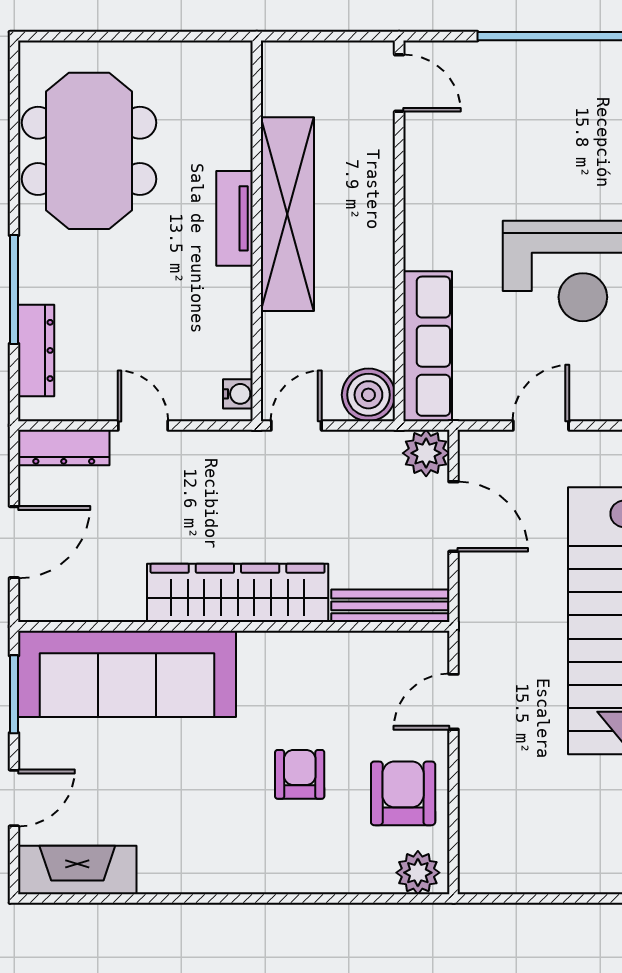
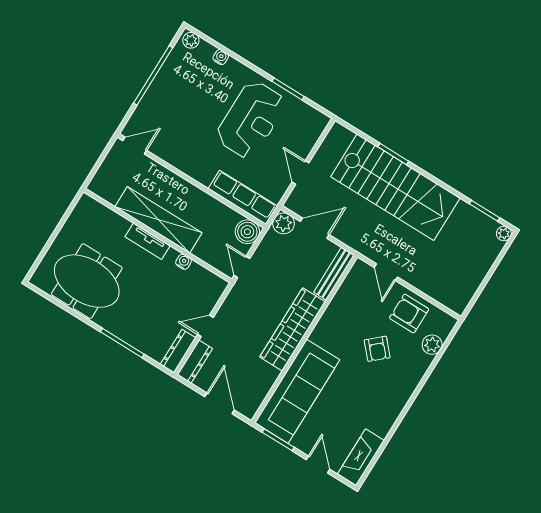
dresser: (36, 350) -> (178, 351), moved, turned -90
water cooler: (238, 394) -> (183, 262), moved
armchair: (300, 774) -> (377, 349), turned -132
plant: (418, 873) -> (432, 345), moved

